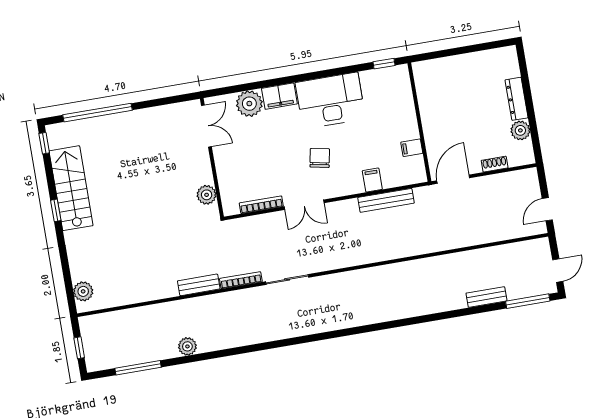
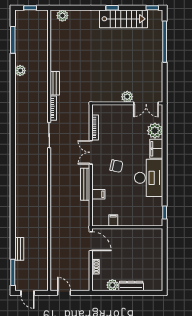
plant: (207, 195) -> (127, 97), moved
bench: (386, 200) -> (85, 184), moved

